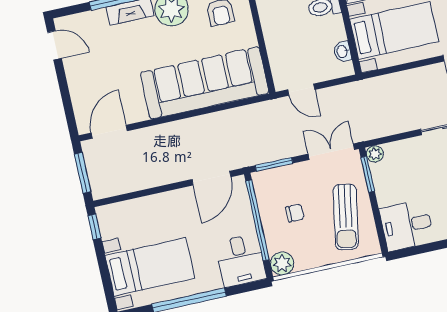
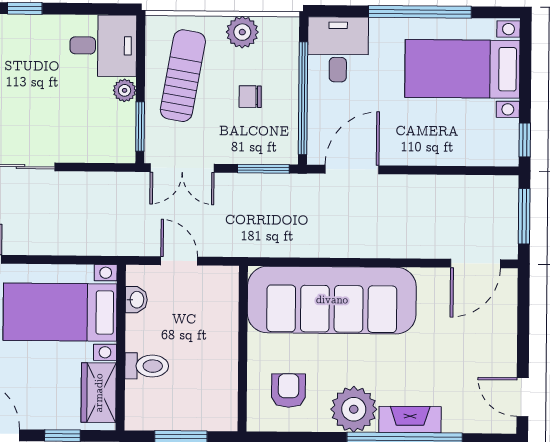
door: (301, 90) -> (179, 261), moved
plant: (375, 154) -> (125, 90), moved
plant: (282, 263) -> (242, 32), moved

